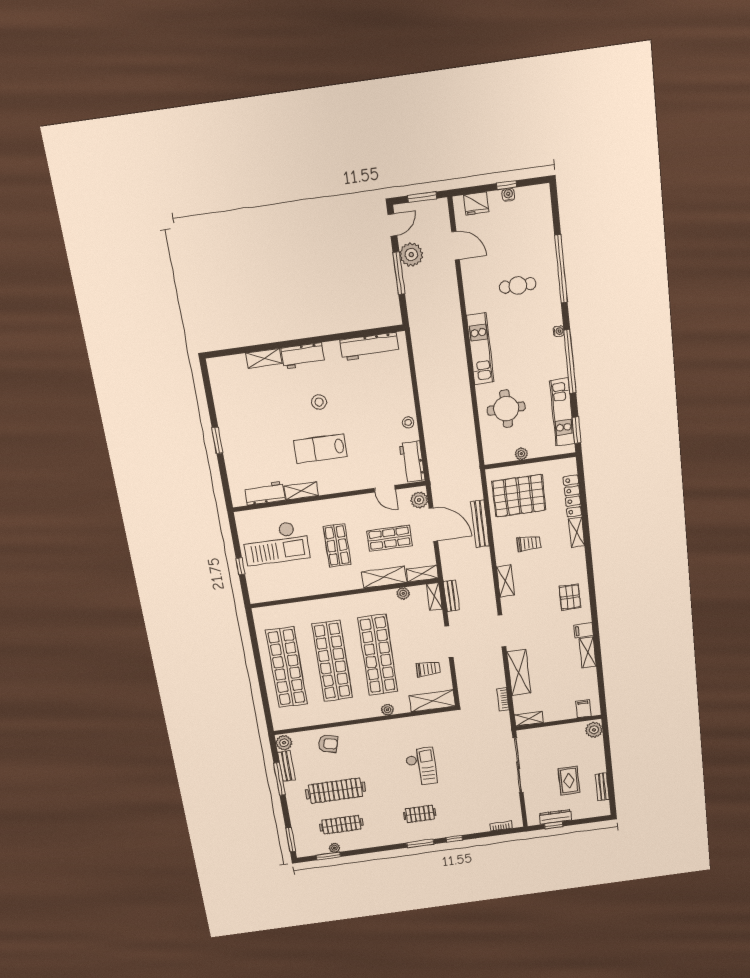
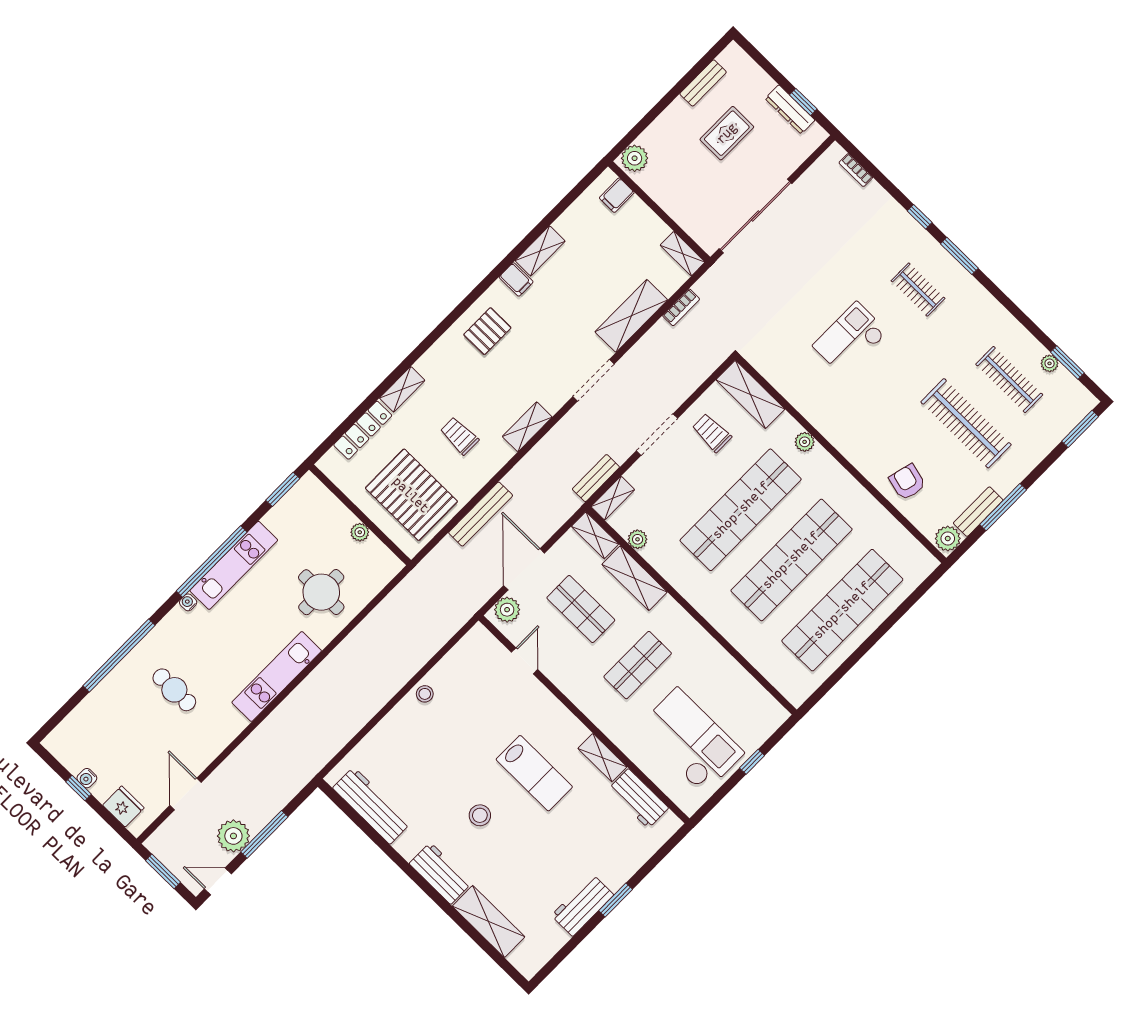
shelving: (264, 358) -> (489, 922), width x1.50, depth x1.33
kitchen unit: (562, 412) -> (234, 565), moved
workbench: (412, 462) -> (583, 905), moved, turned 180

